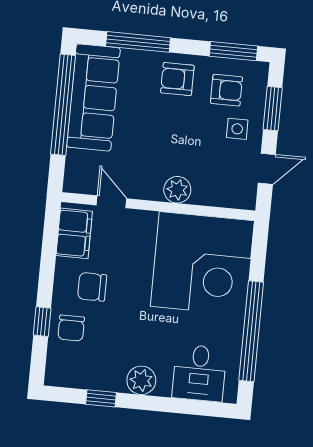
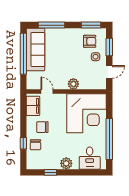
armchair: (177, 79) -> (69, 39), removed

